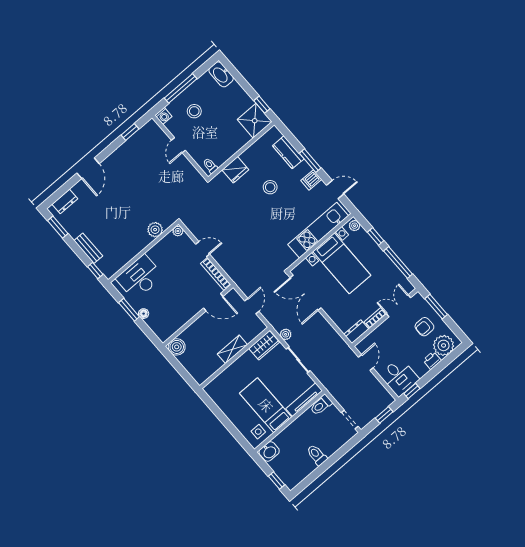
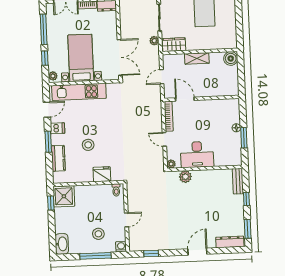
door: (335, 190) -> (47, 110), swing flipped
dresser: (65, 201) -> (230, 242), width x1.44
bench: (88, 248) -> (238, 181), moved
window: (95, 270) -> (246, 199), moved
desk: (140, 277) -> (197, 154), moved
boiler: (177, 347) -> (231, 58), moved

